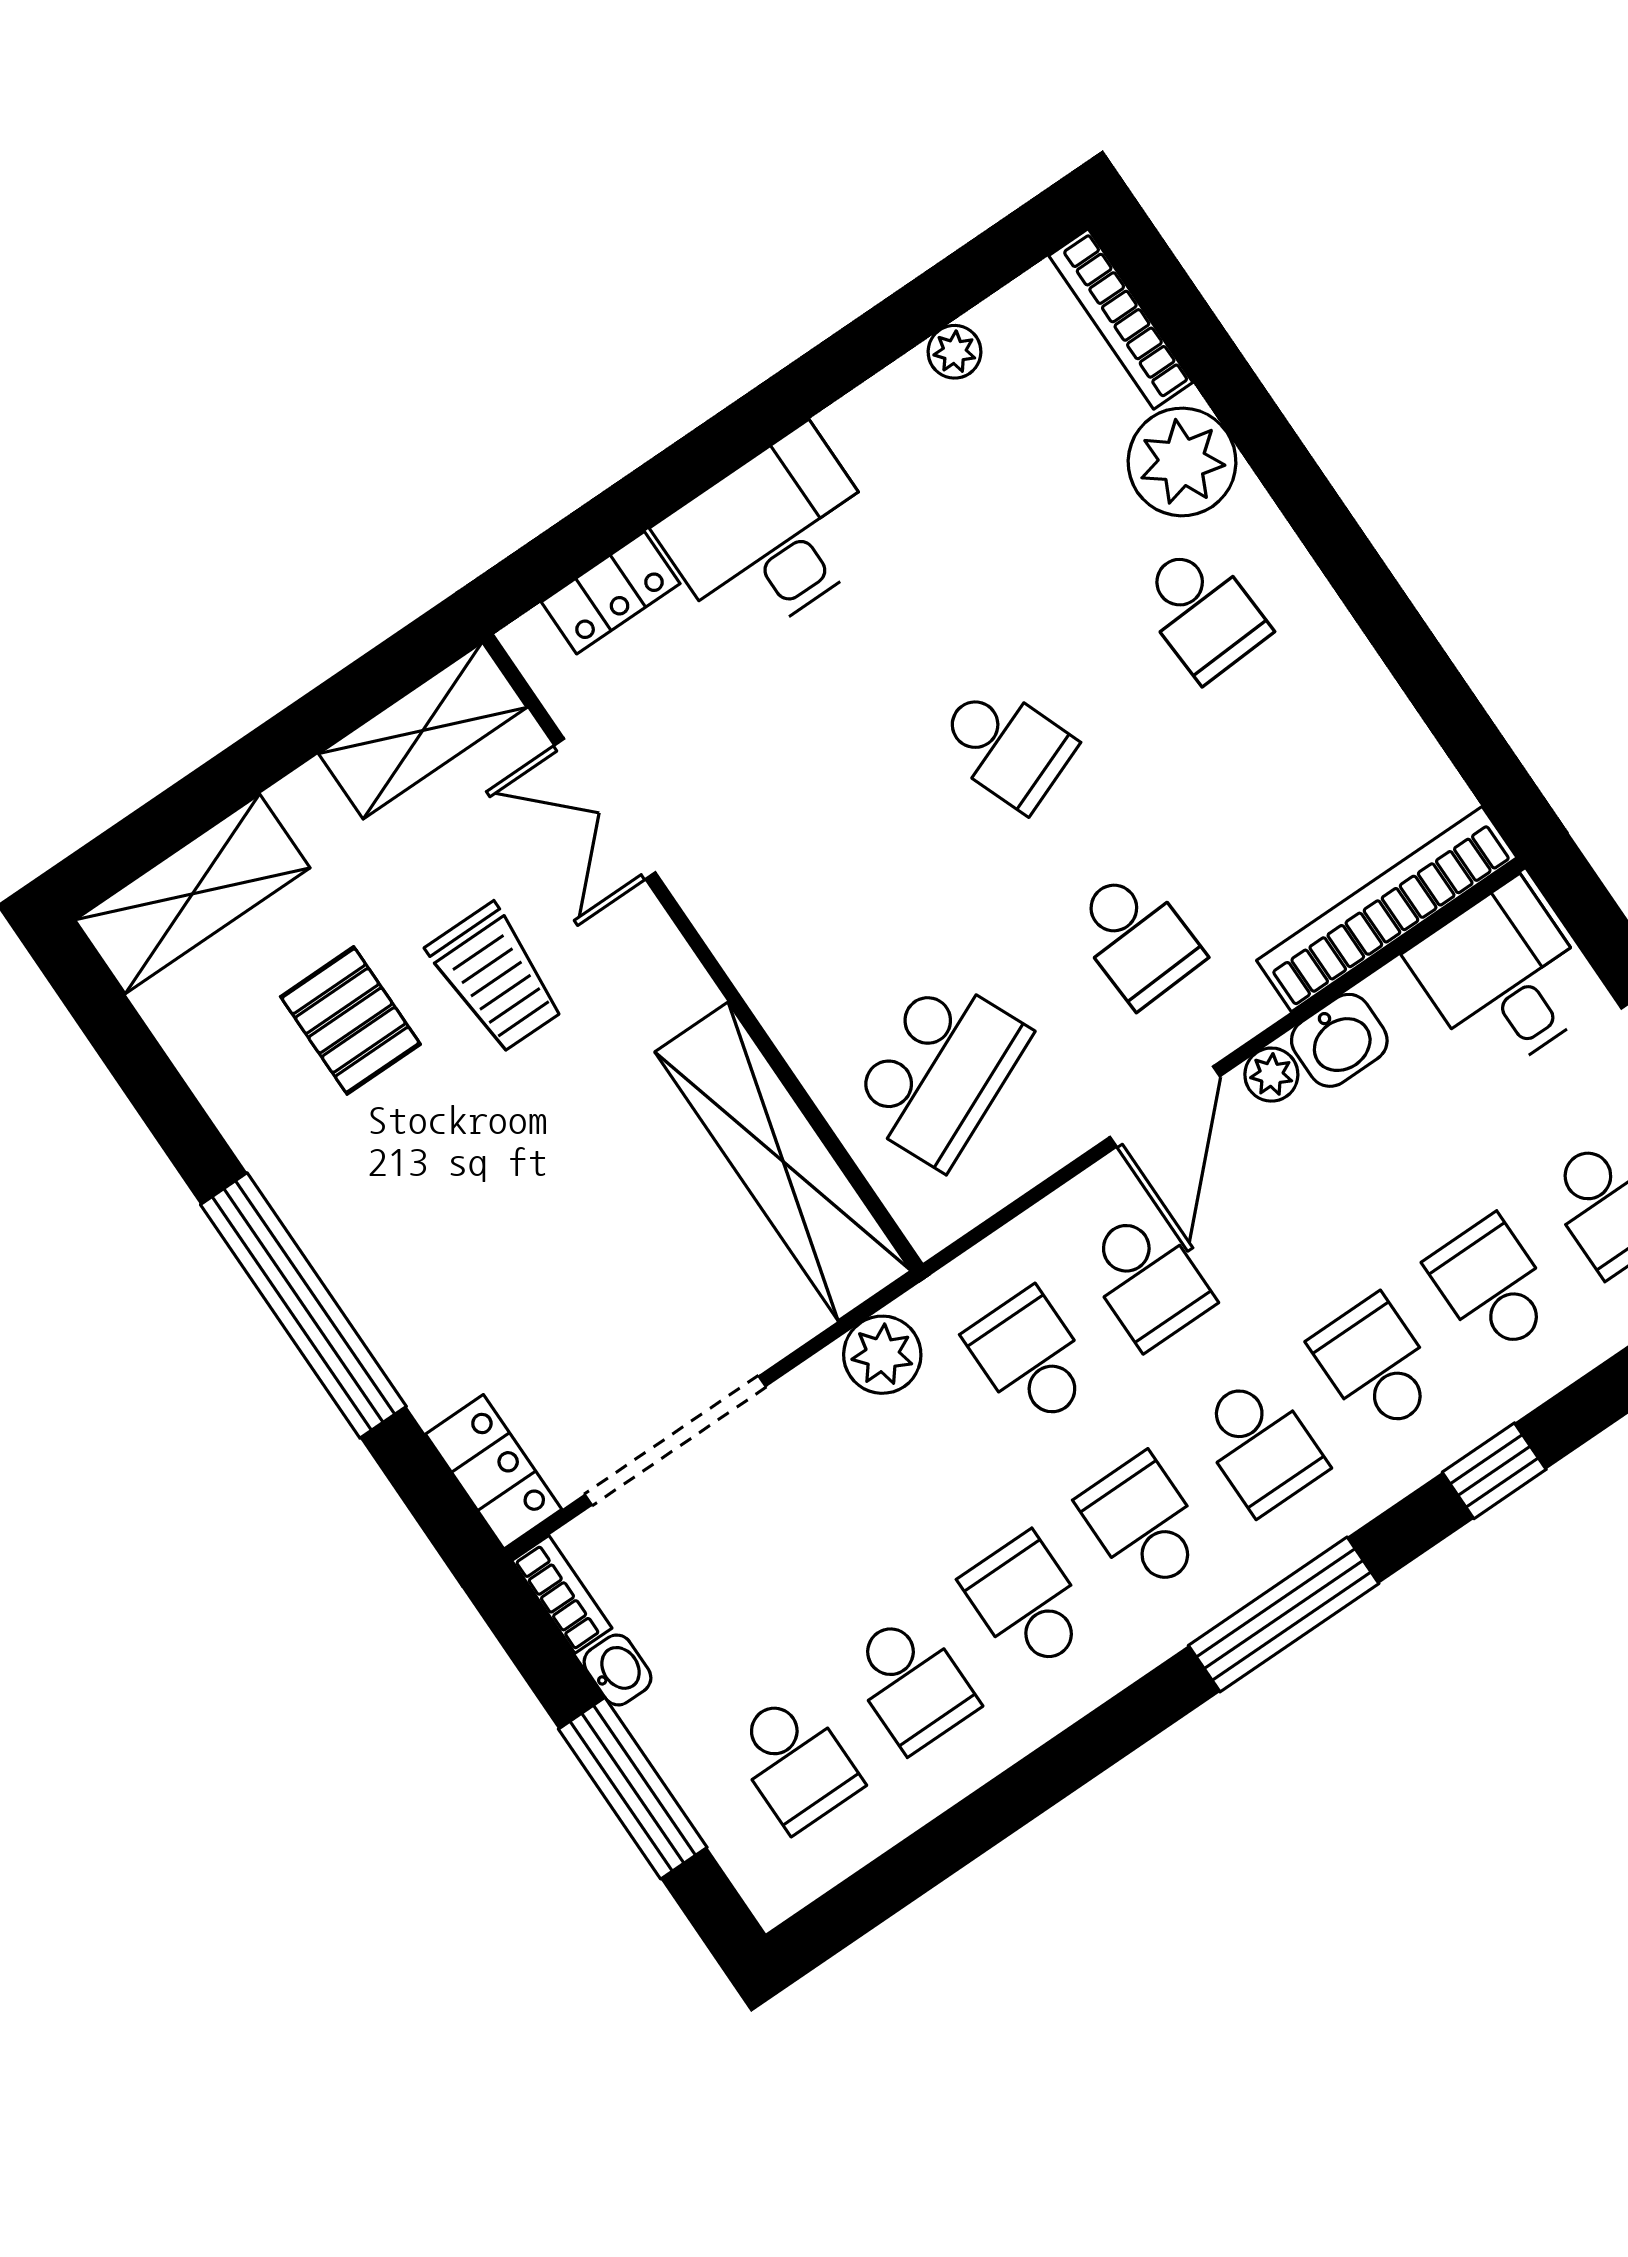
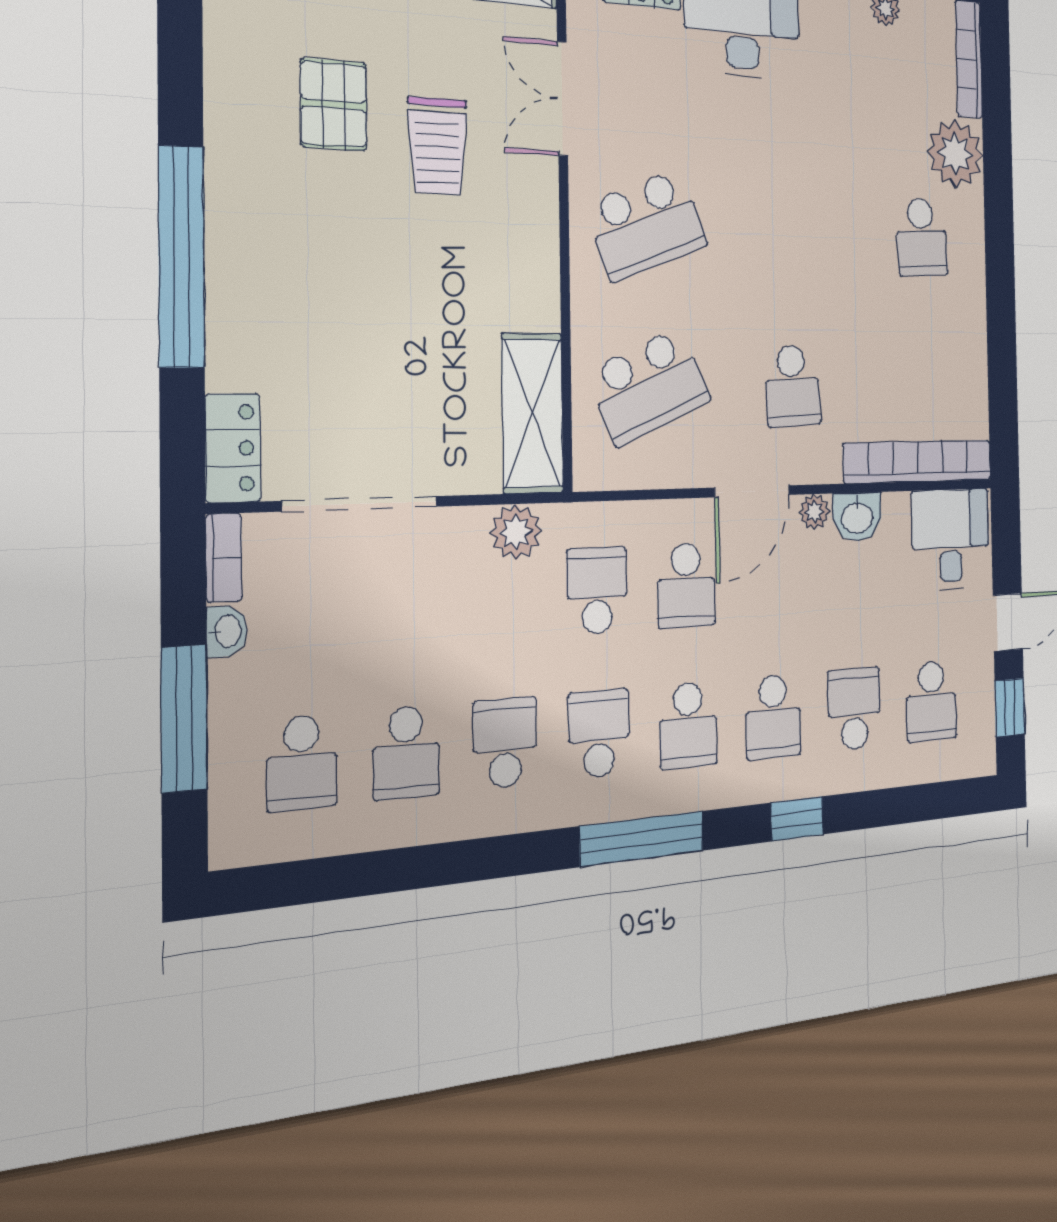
school desk: (1006, 746) -> (647, 225), moved, width x1.85
shelving: (783, 1161) -> (533, 413), width x0.68
school desk: (1376, 1365) -> (773, 717), turned 180

